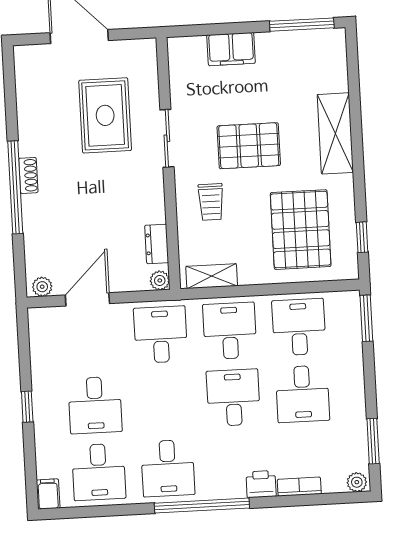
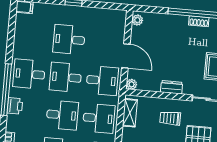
dresser: (157, 244) -> (171, 87), moved
door: (87, 299) -> (126, 56), moved
desk: (99, 472) -> (66, 77), moved
printer: (261, 484) -> (15, 106), moved

